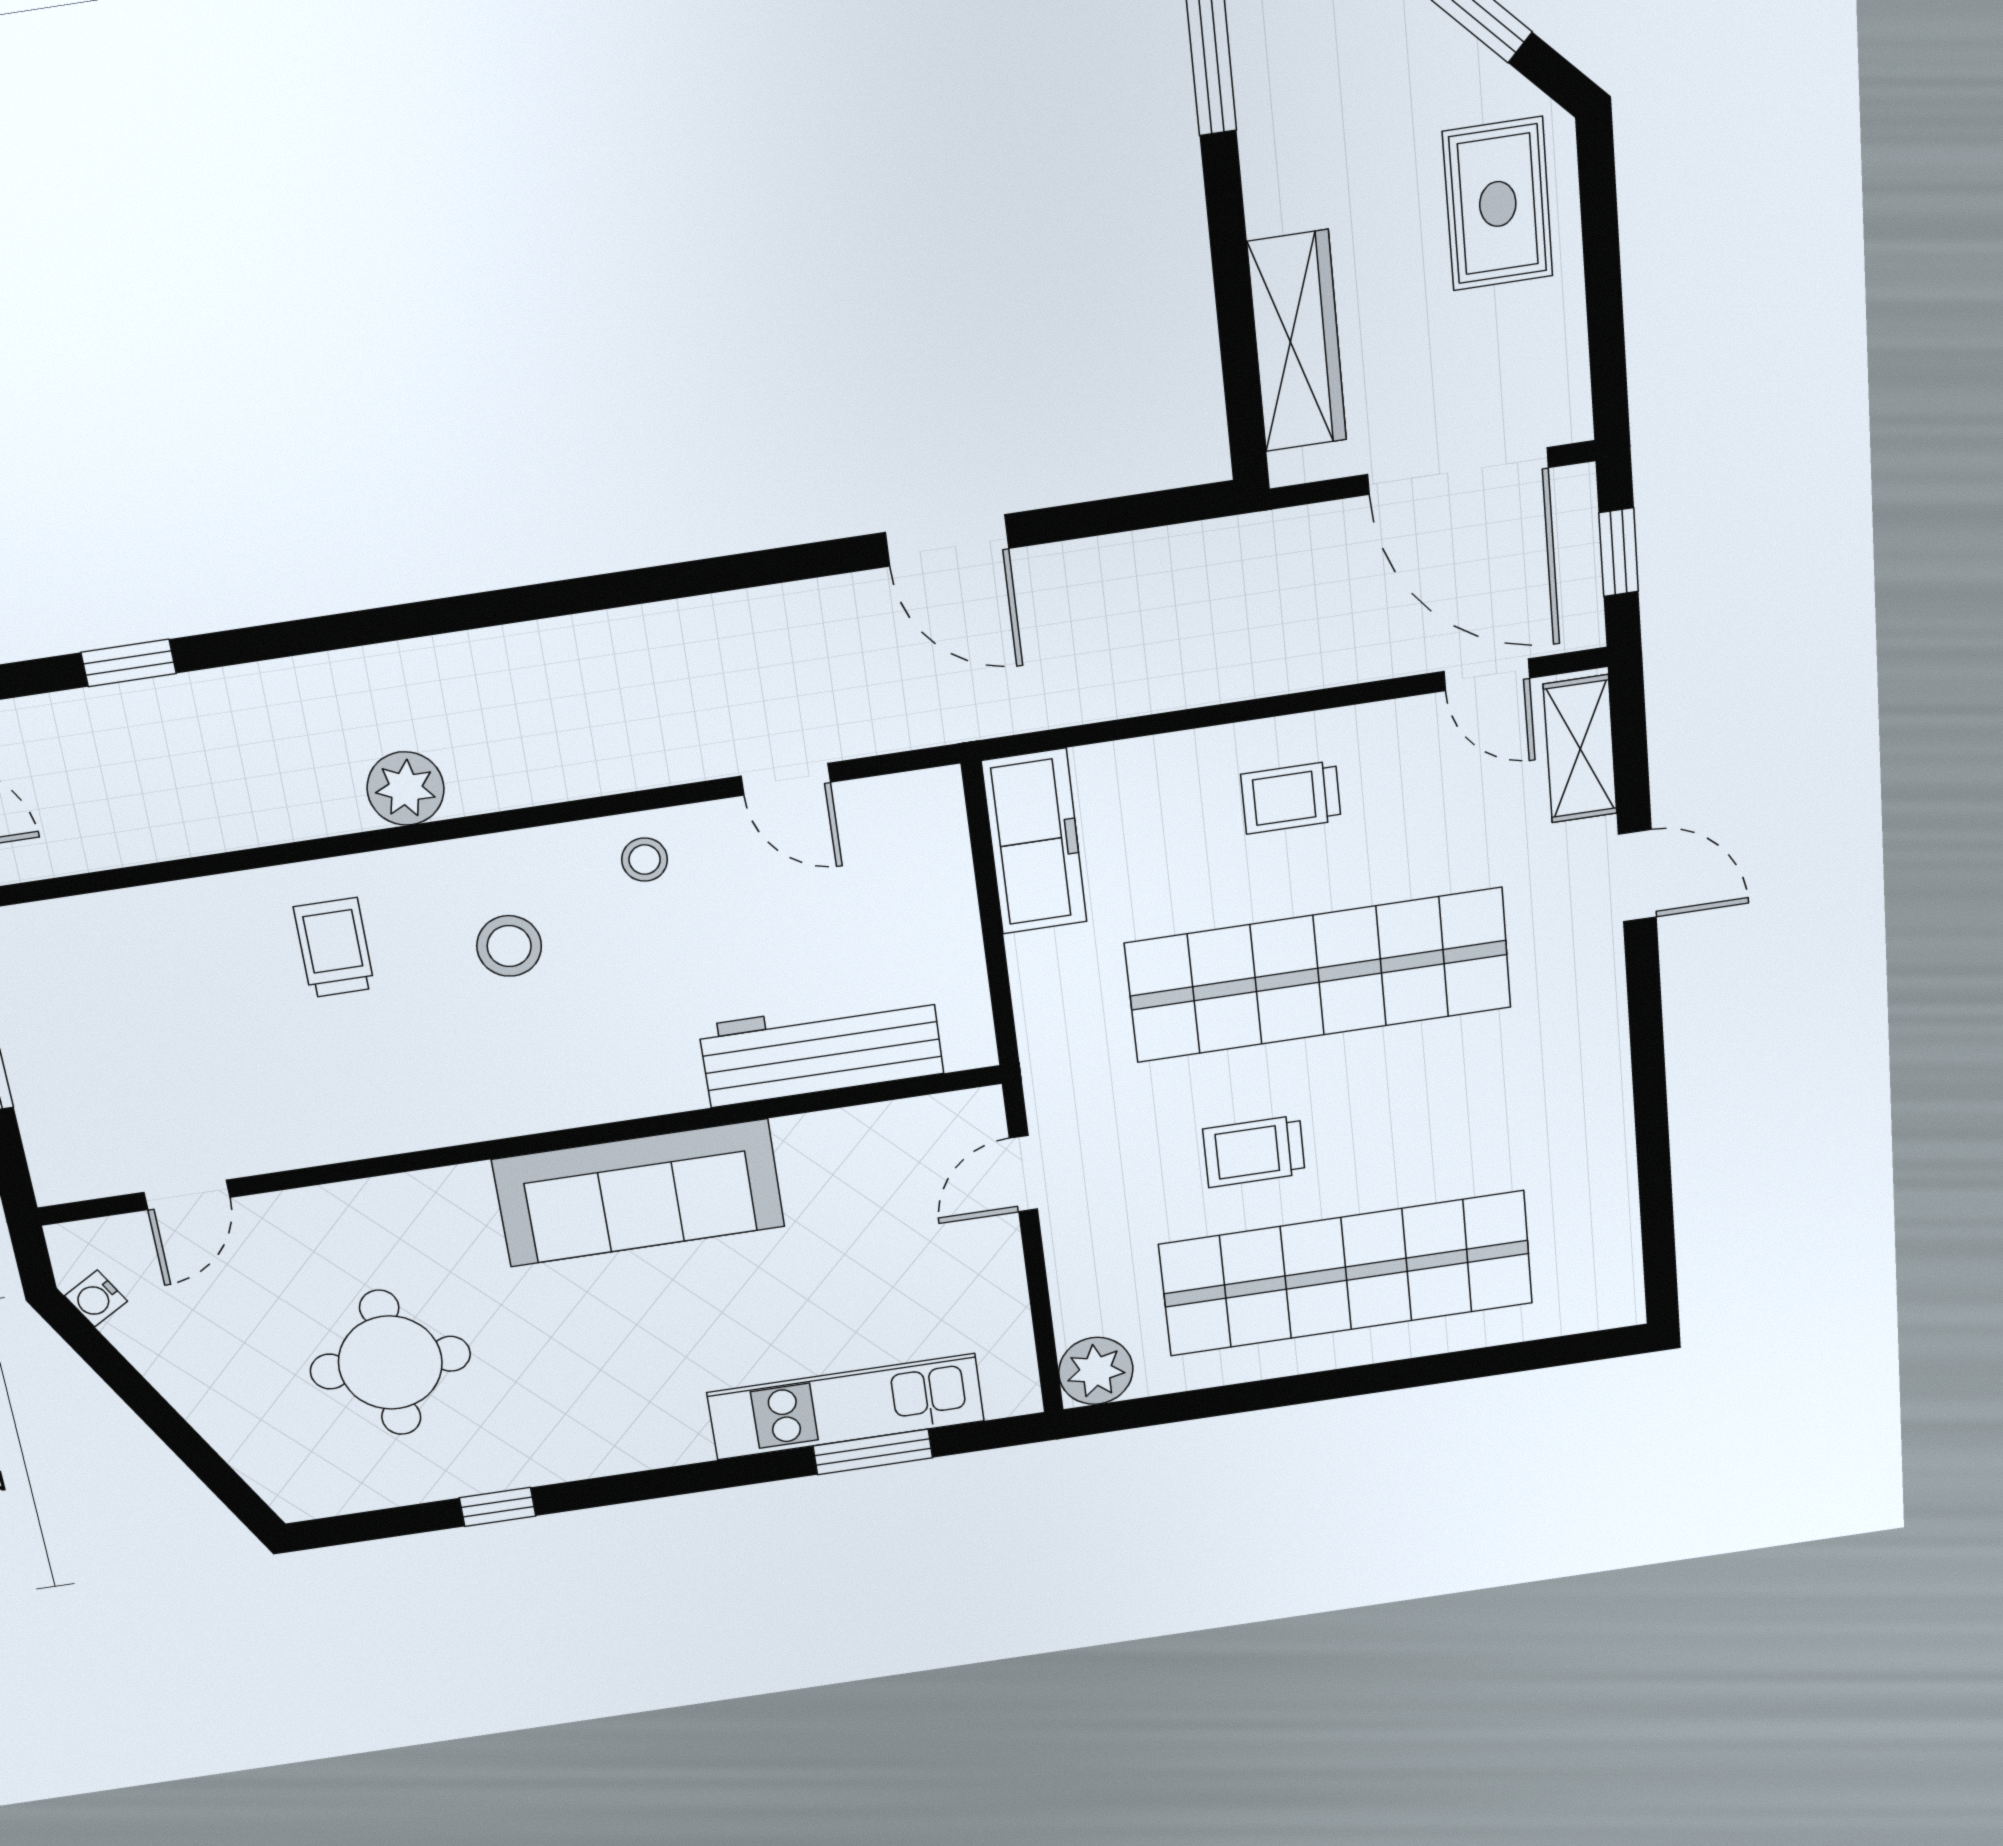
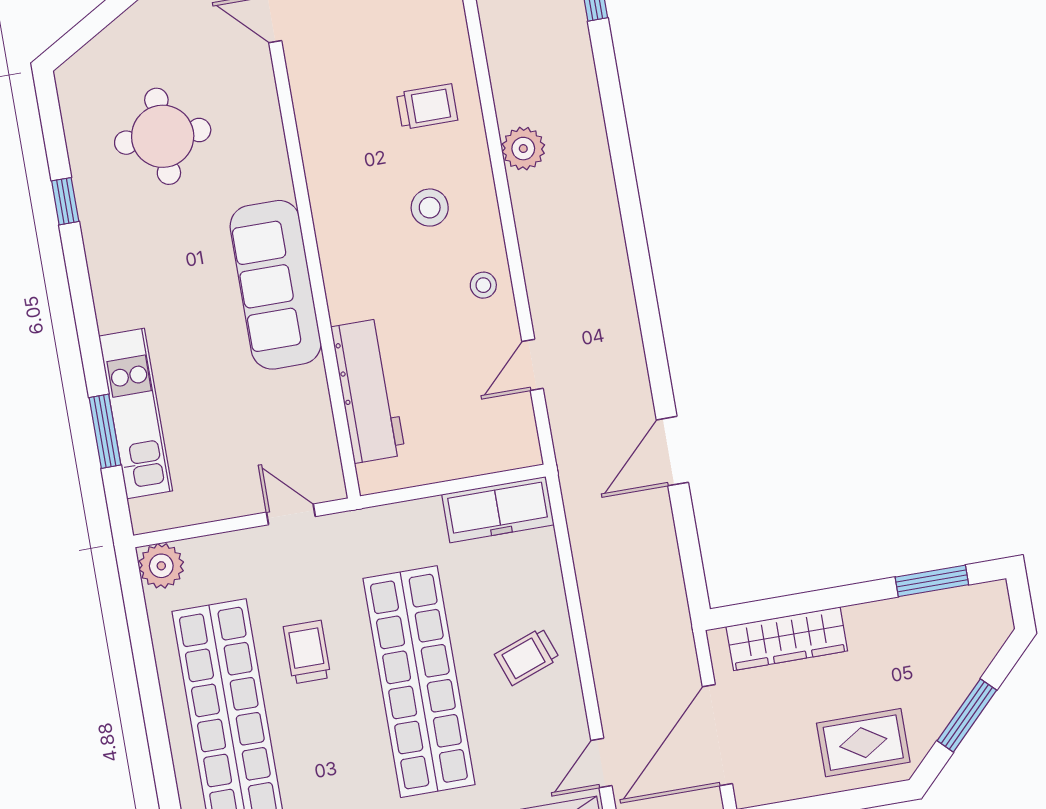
trolley: (1291, 797) -> (527, 656), turned -110

